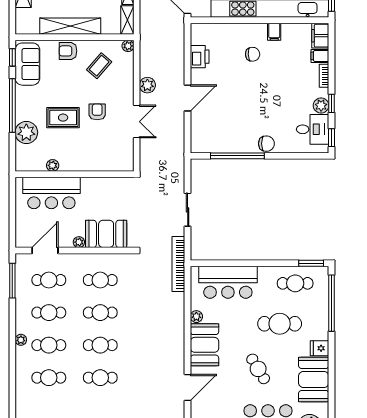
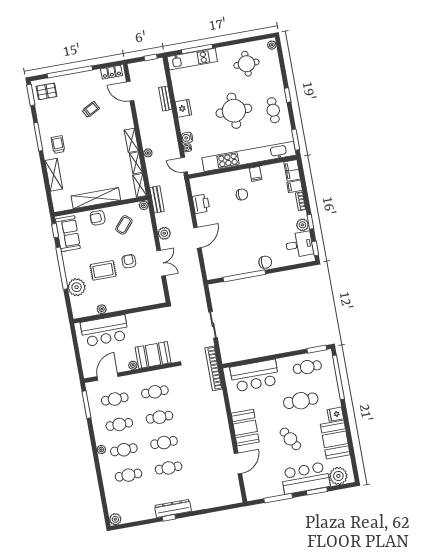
bench: (146, 41) -> (157, 199), added
plant: (196, 317) -> (235, 407), removed

